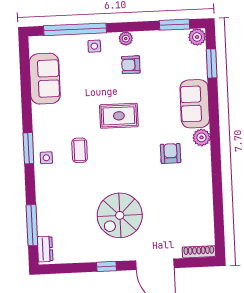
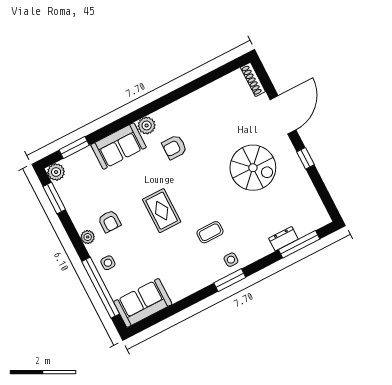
sofa: (45, 79) -> (143, 303), moved
dresser: (45, 249) -> (283, 239), moved

